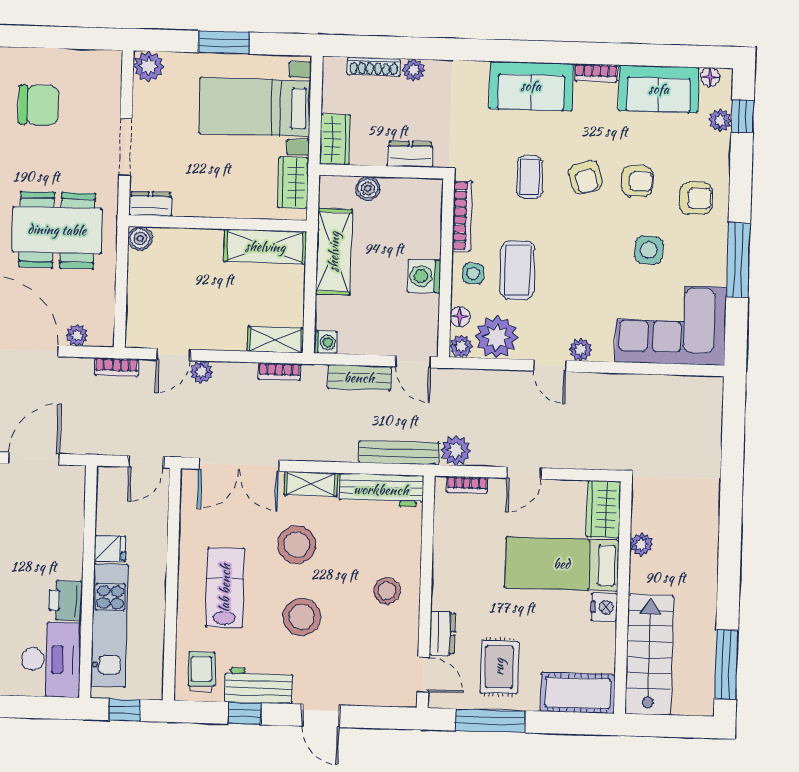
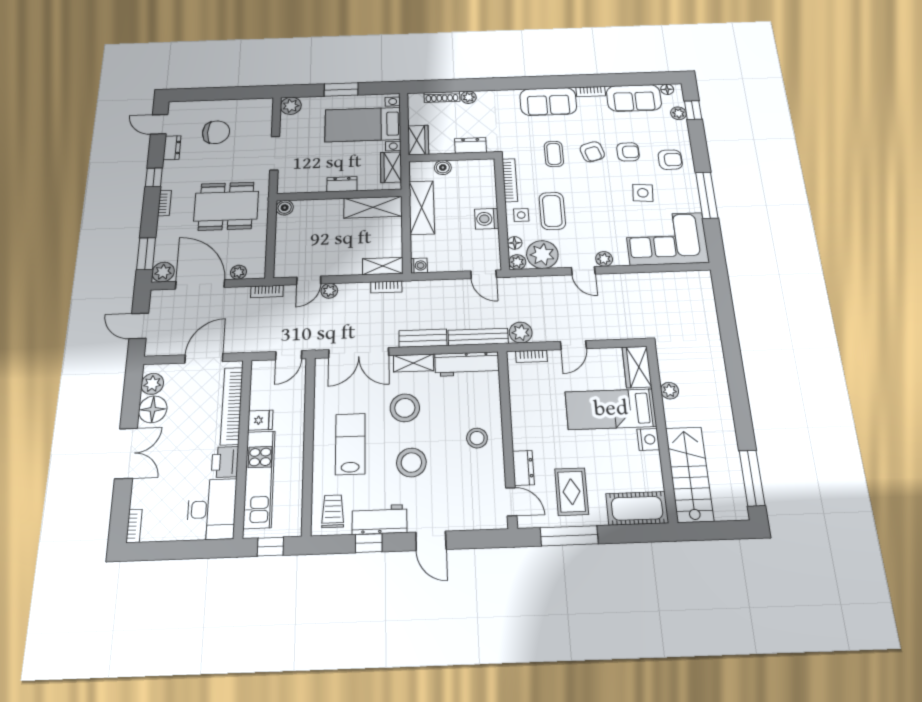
dresser: (150, 204) -> (342, 184), moved
bench: (359, 378) -> (423, 338), moved
bookcase: (72, 527) -> (232, 406), added

